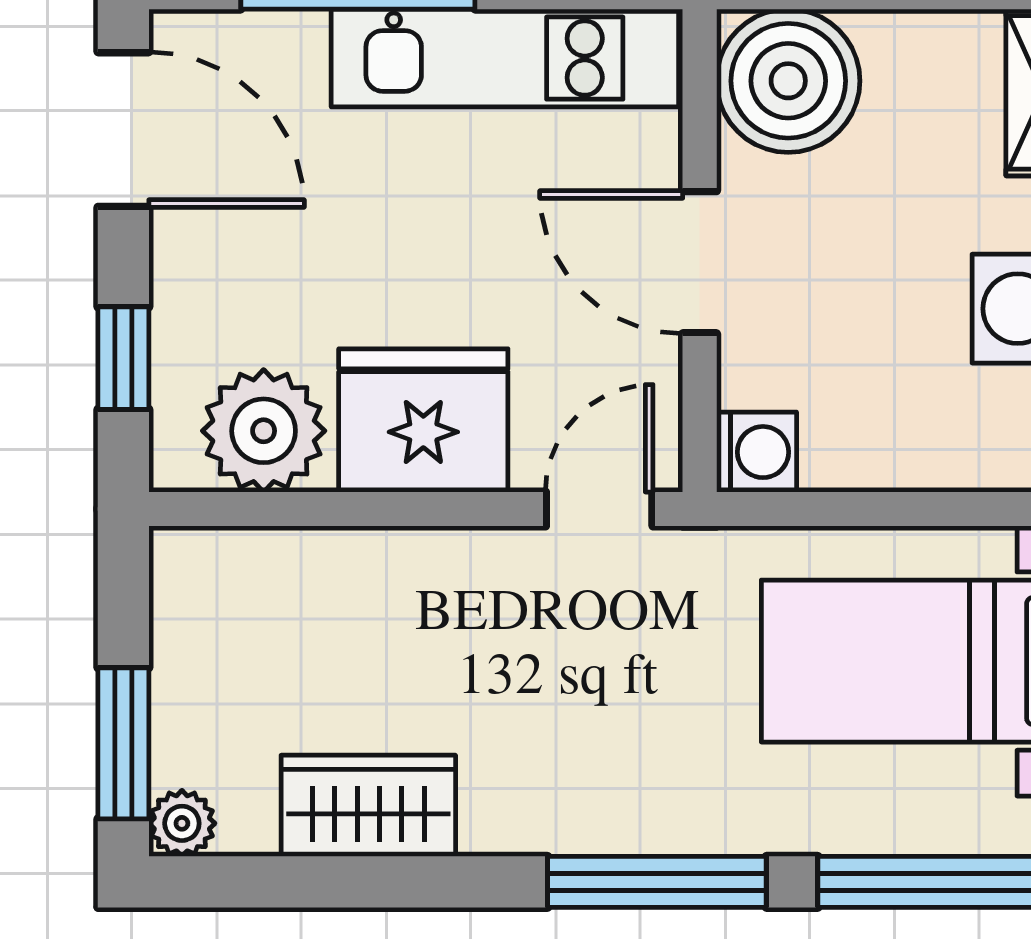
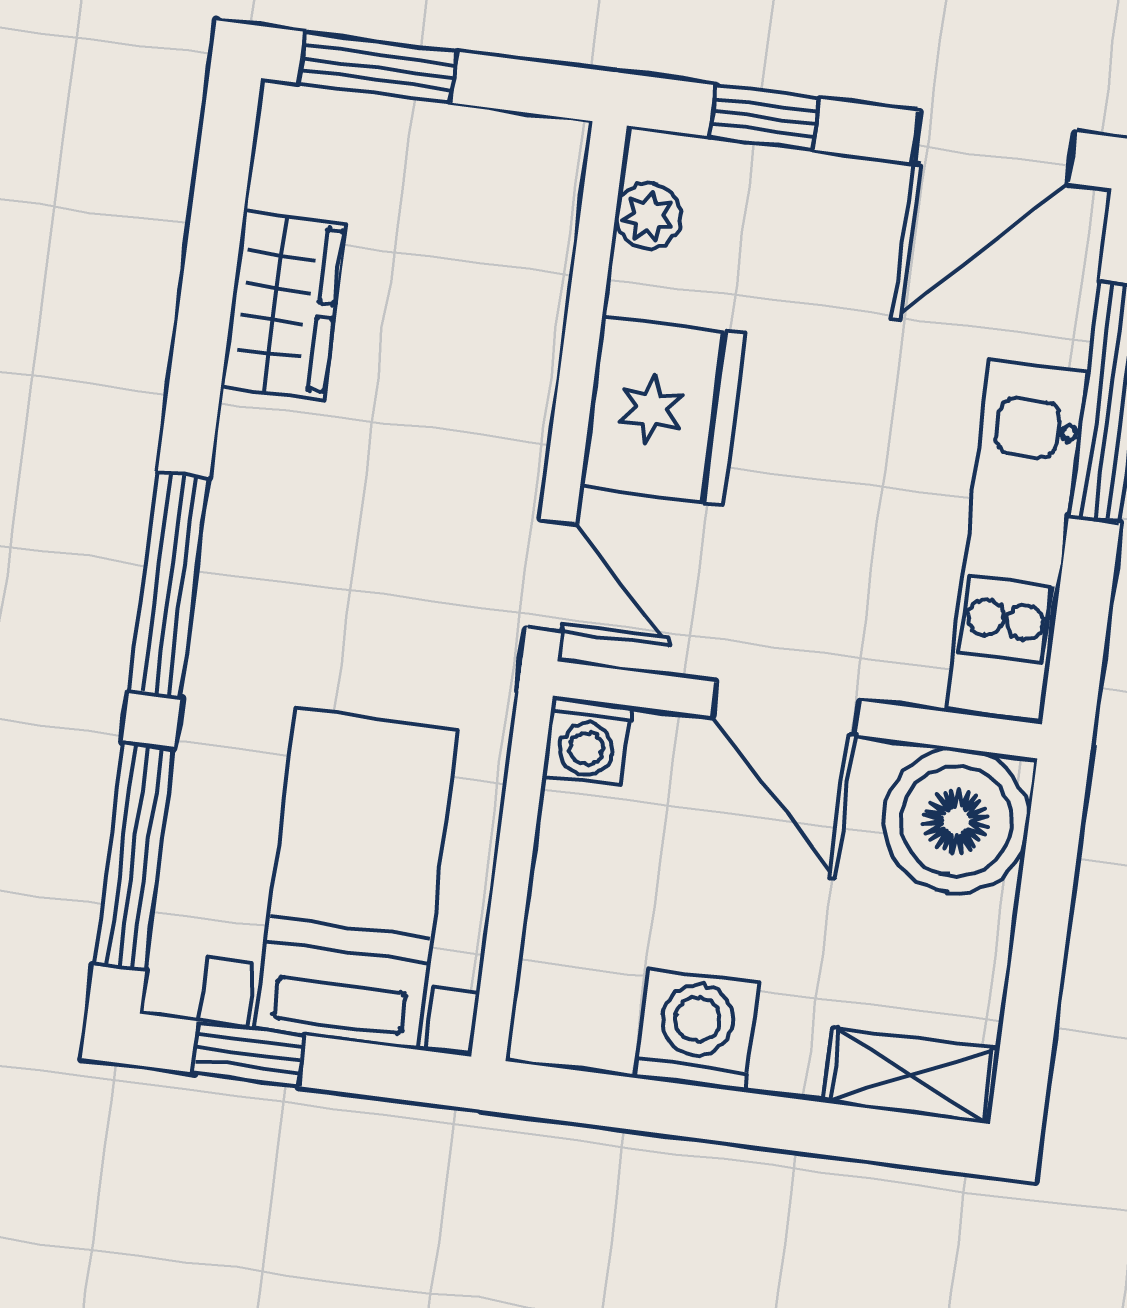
door: (700, 262) -> (786, 708), swing flipped
plant: (264, 431) -> (648, 216), width x0.53, depth x0.53
plant: (182, 823) -> (290, 116), removed

